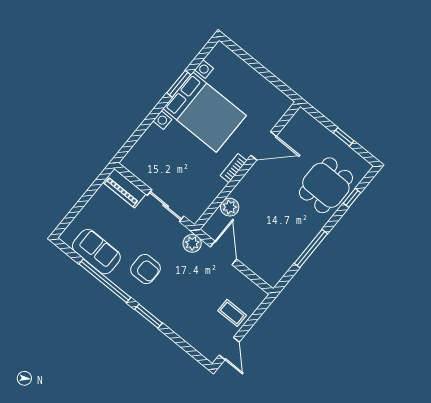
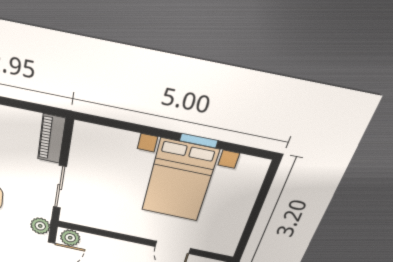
bookcase: (234, 168) -> (135, 231), removed
plant: (230, 207) -> (70, 238), moved

